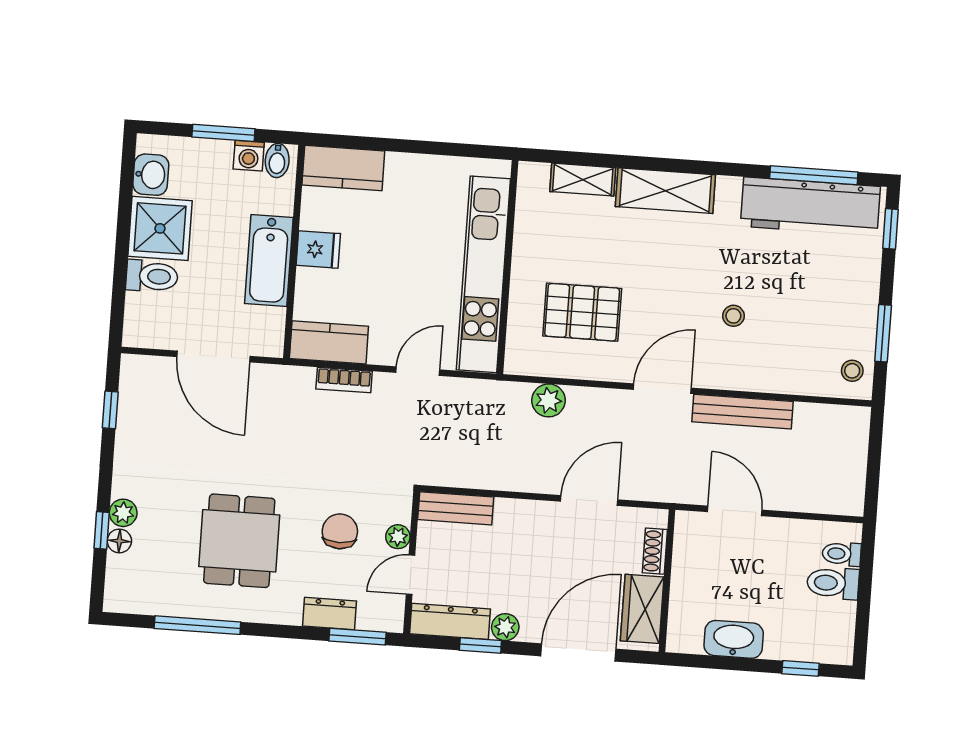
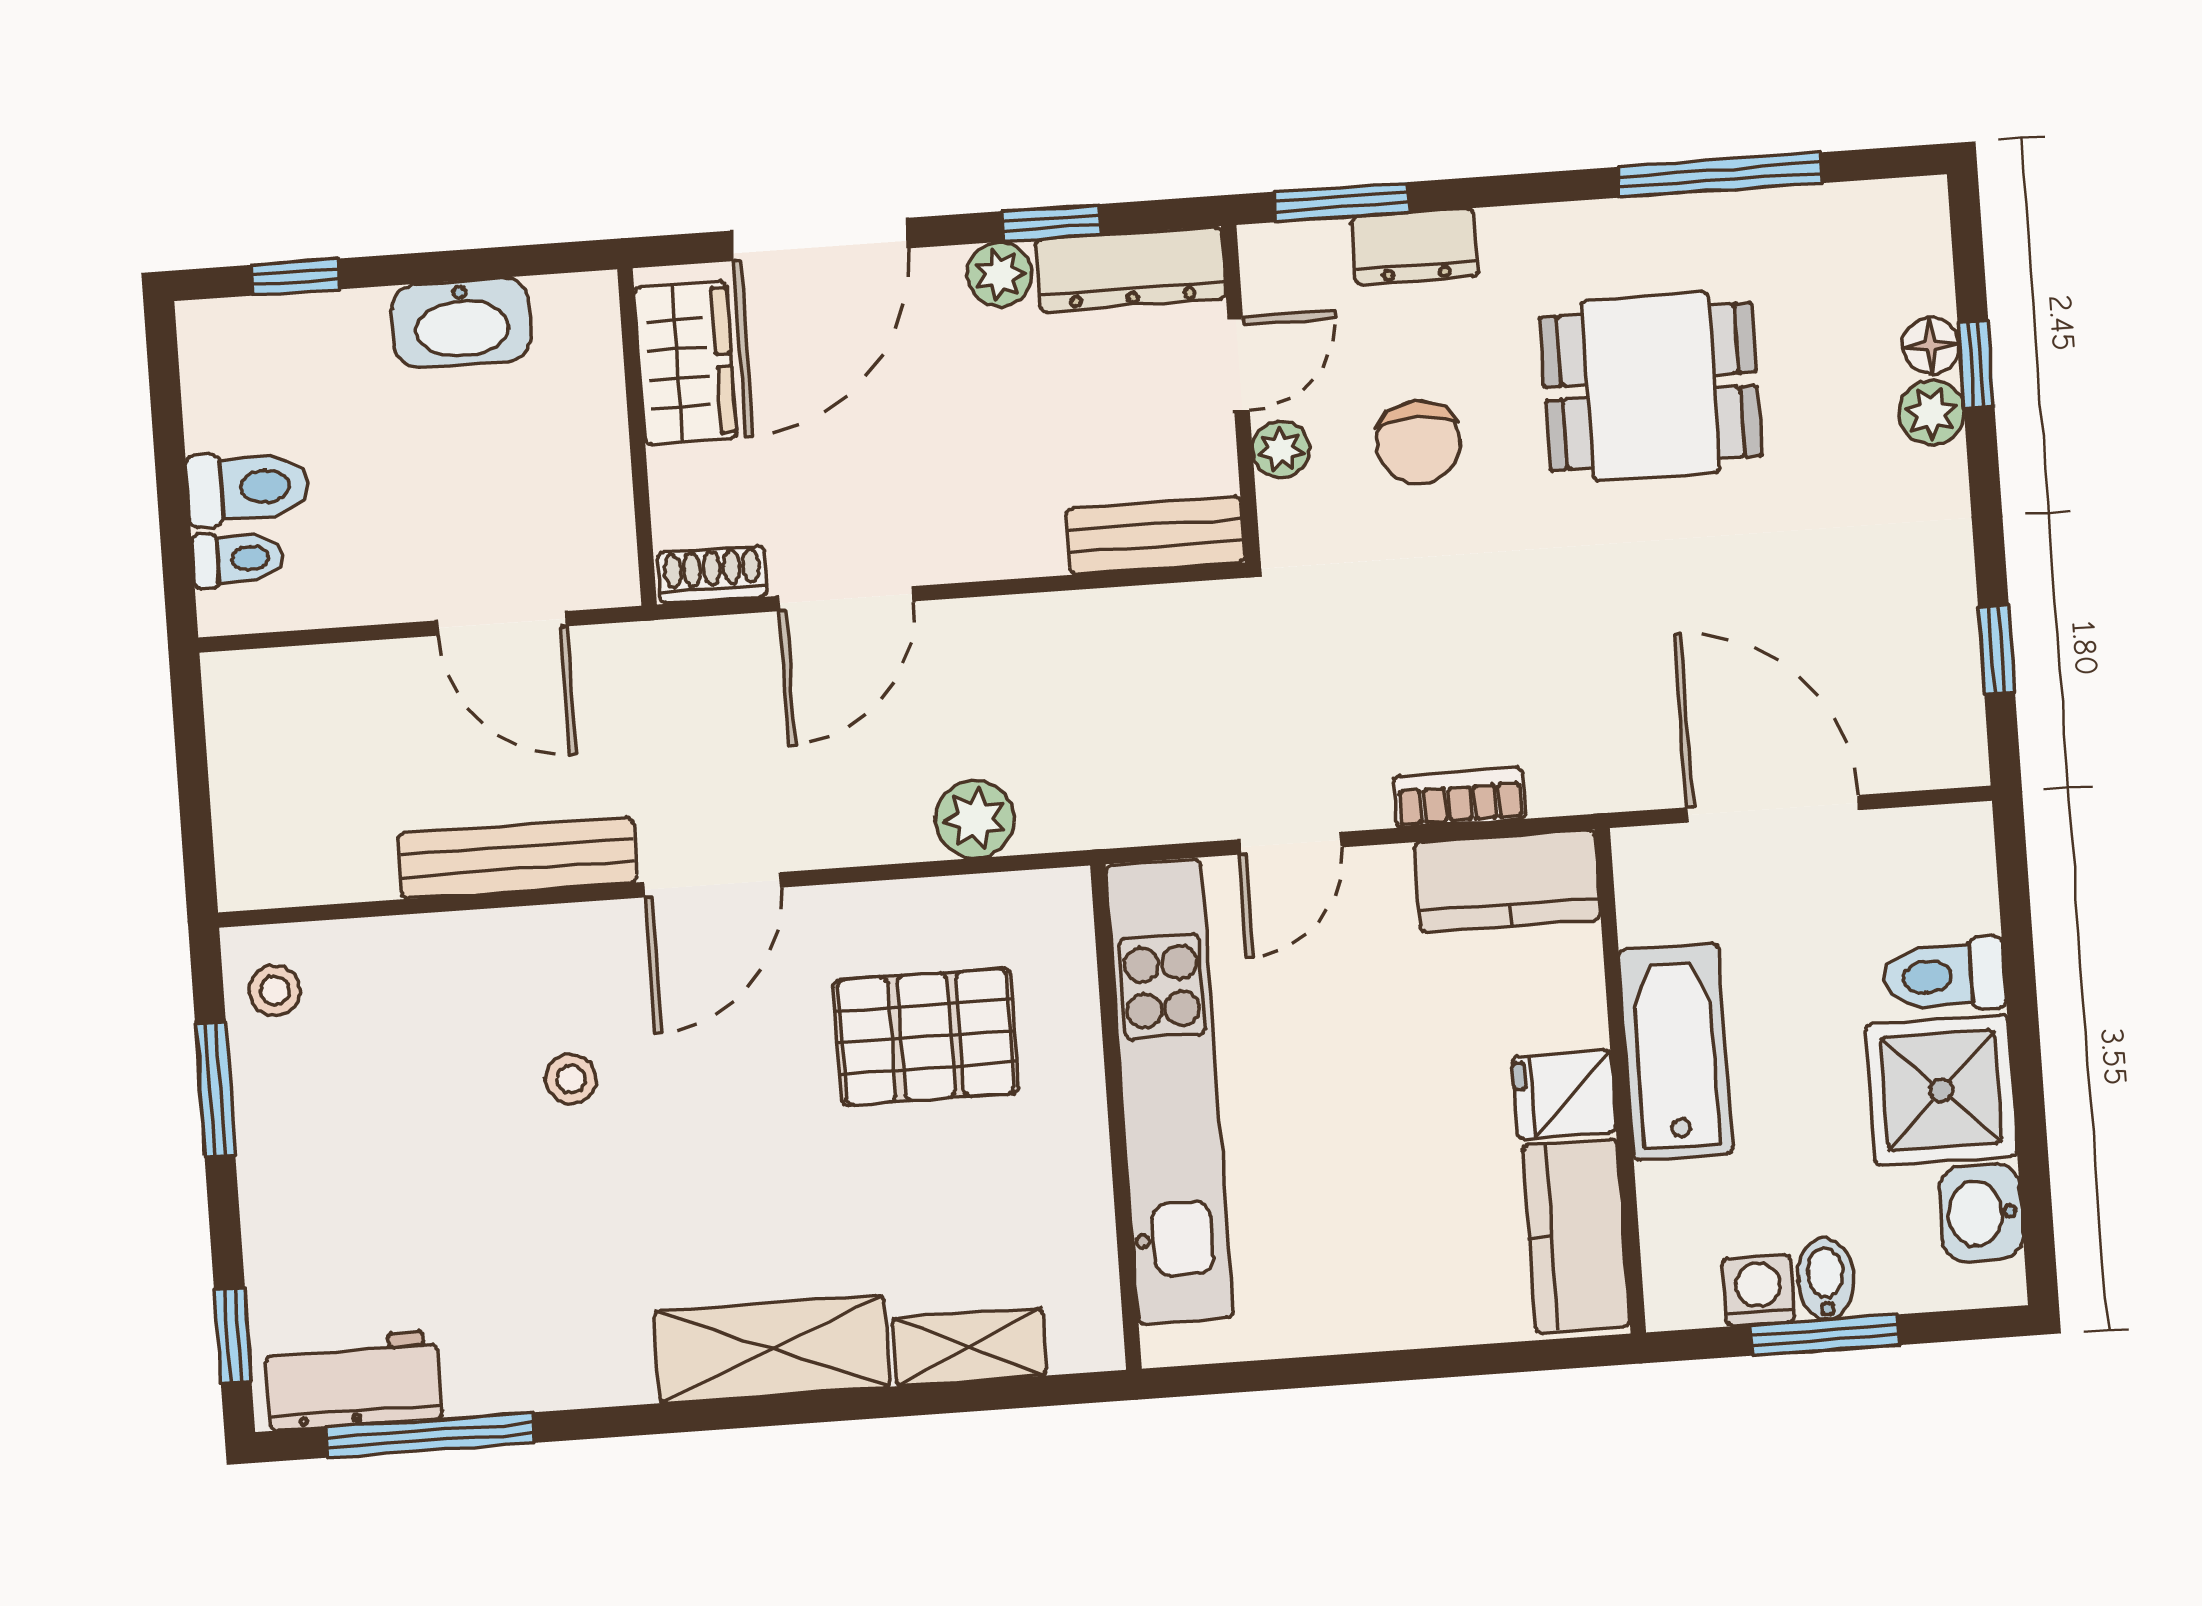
bidet: (277, 161) -> (1826, 1279), moved
kitchen counter: (343, 168) -> (1576, 1236), moved, turned -90
workbench: (810, 206) -> (353, 1380), width x0.53, depth x0.76
dining table: (239, 541) -> (1651, 386), turned 90
shoe rack: (655, 551) -> (712, 575), moved, turned -90

